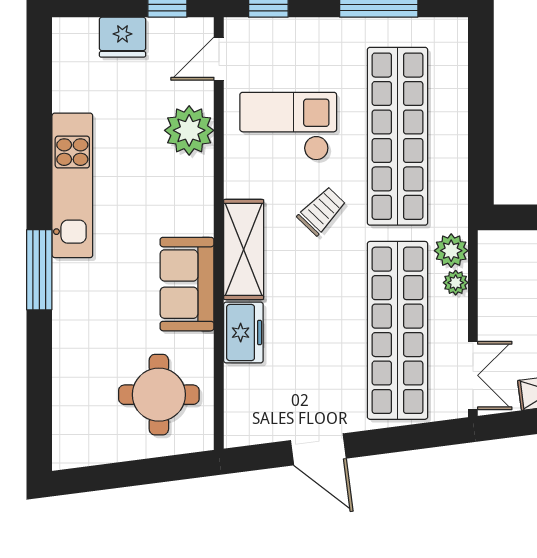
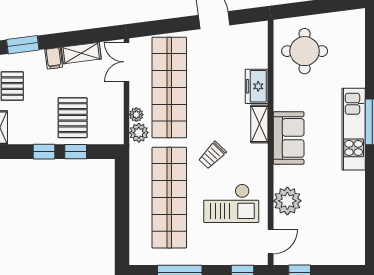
fridge: (122, 37) -> (325, 254), removed
kitchen unit: (72, 185) -> (354, 129), moved
shelving: (244, 249) -> (259, 124), width x0.67, depth x0.75
sofa: (187, 284) -> (289, 138), moved

